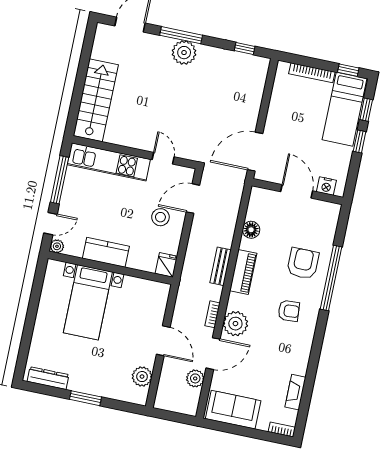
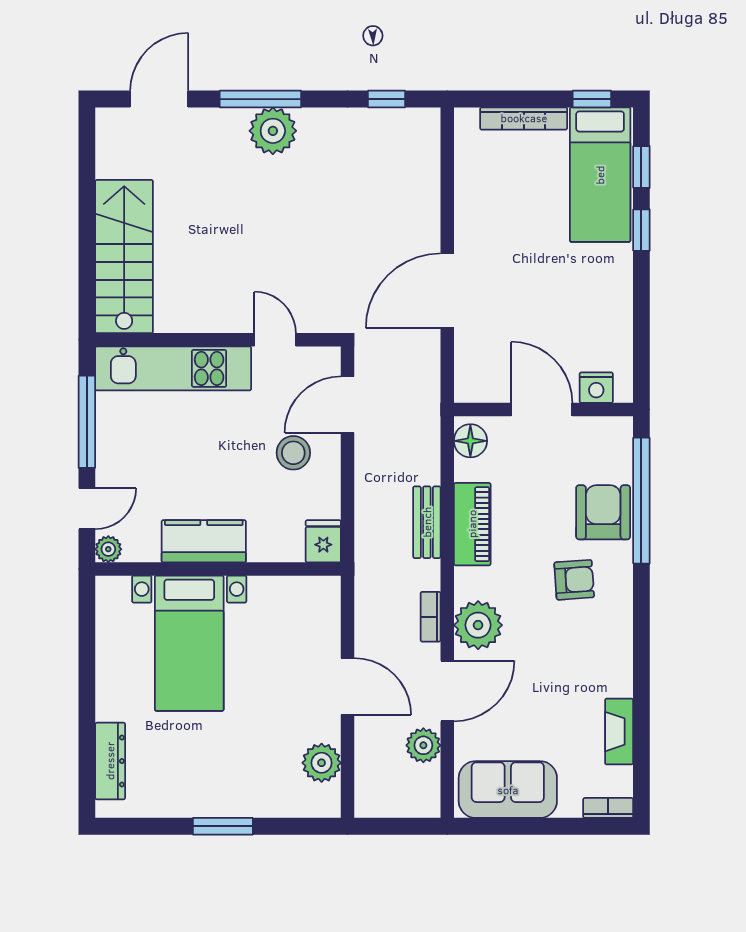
nightstand: (326, 186) -> (596, 388), moved
door: (297, 191) -> (542, 410), moved
wall: (298, 192) -> (543, 410), moved
armchair: (303, 263) -> (603, 512), moved
dresser: (48, 378) -> (110, 761), moved, turned 90

